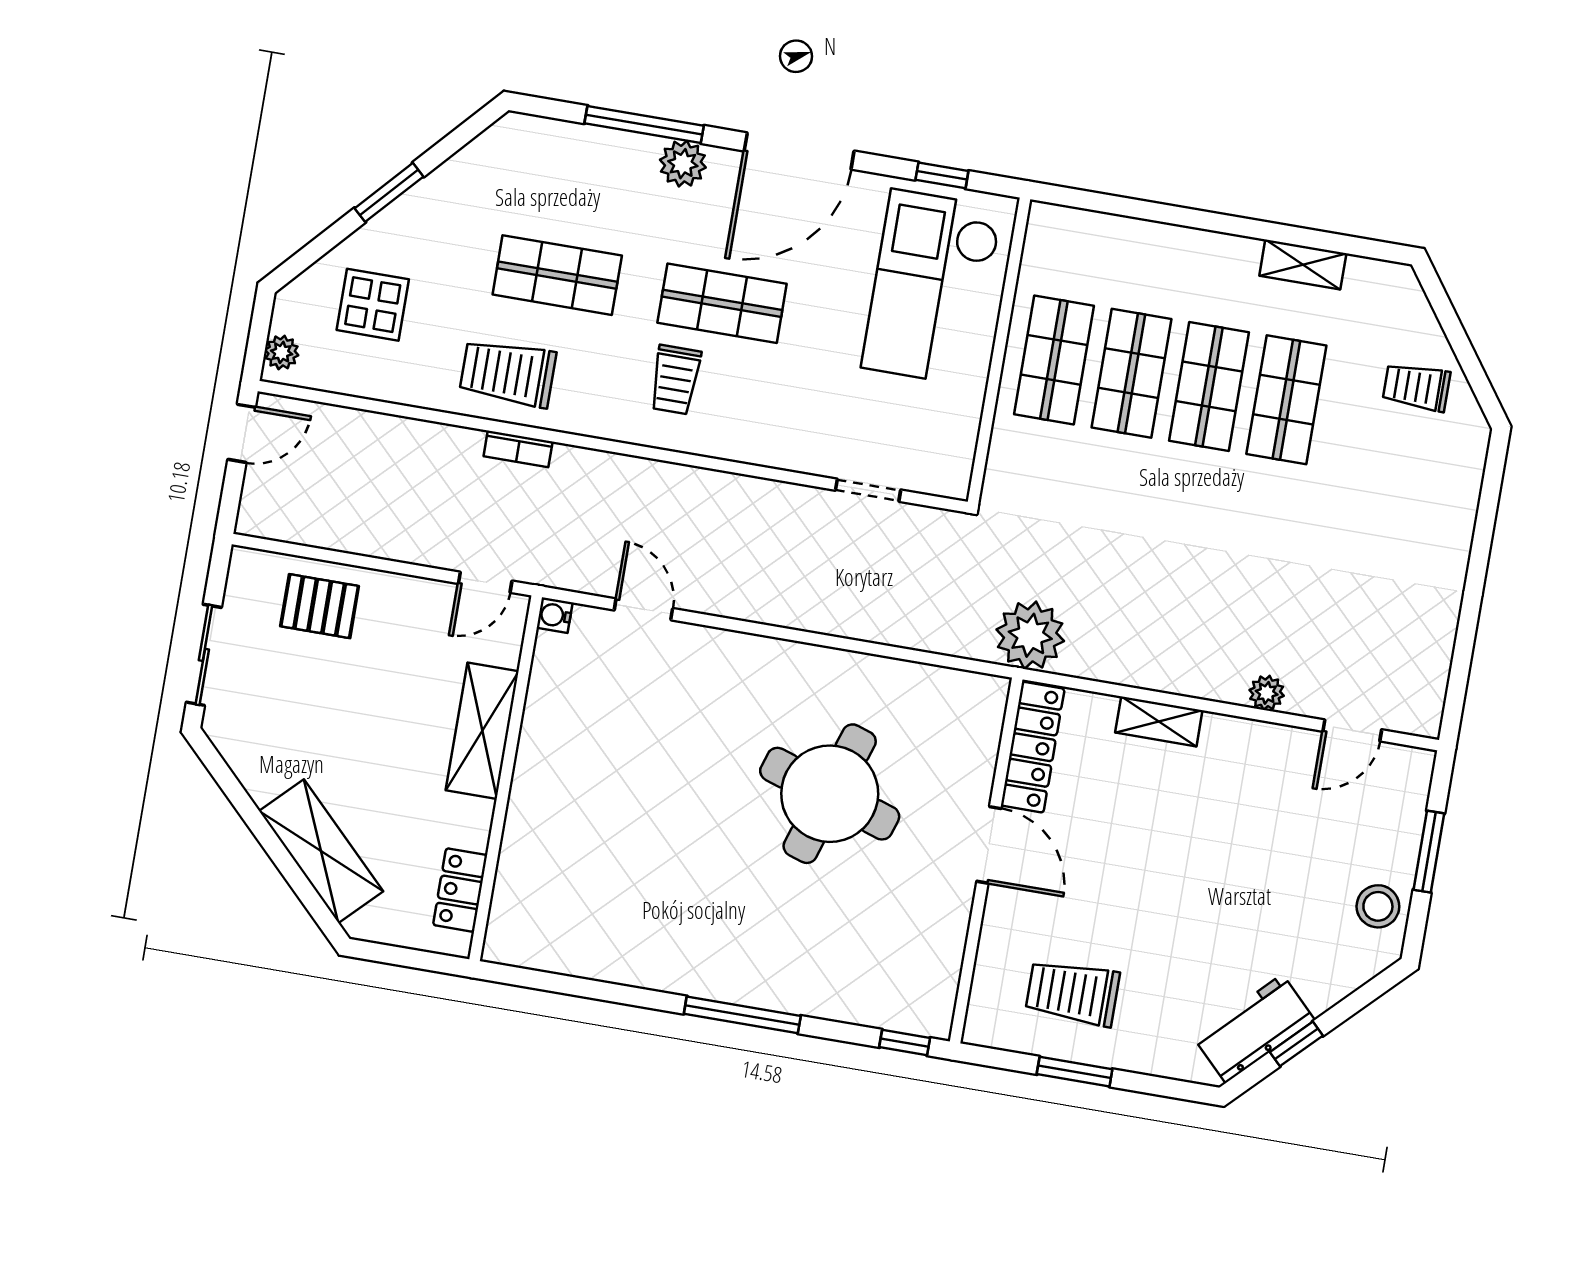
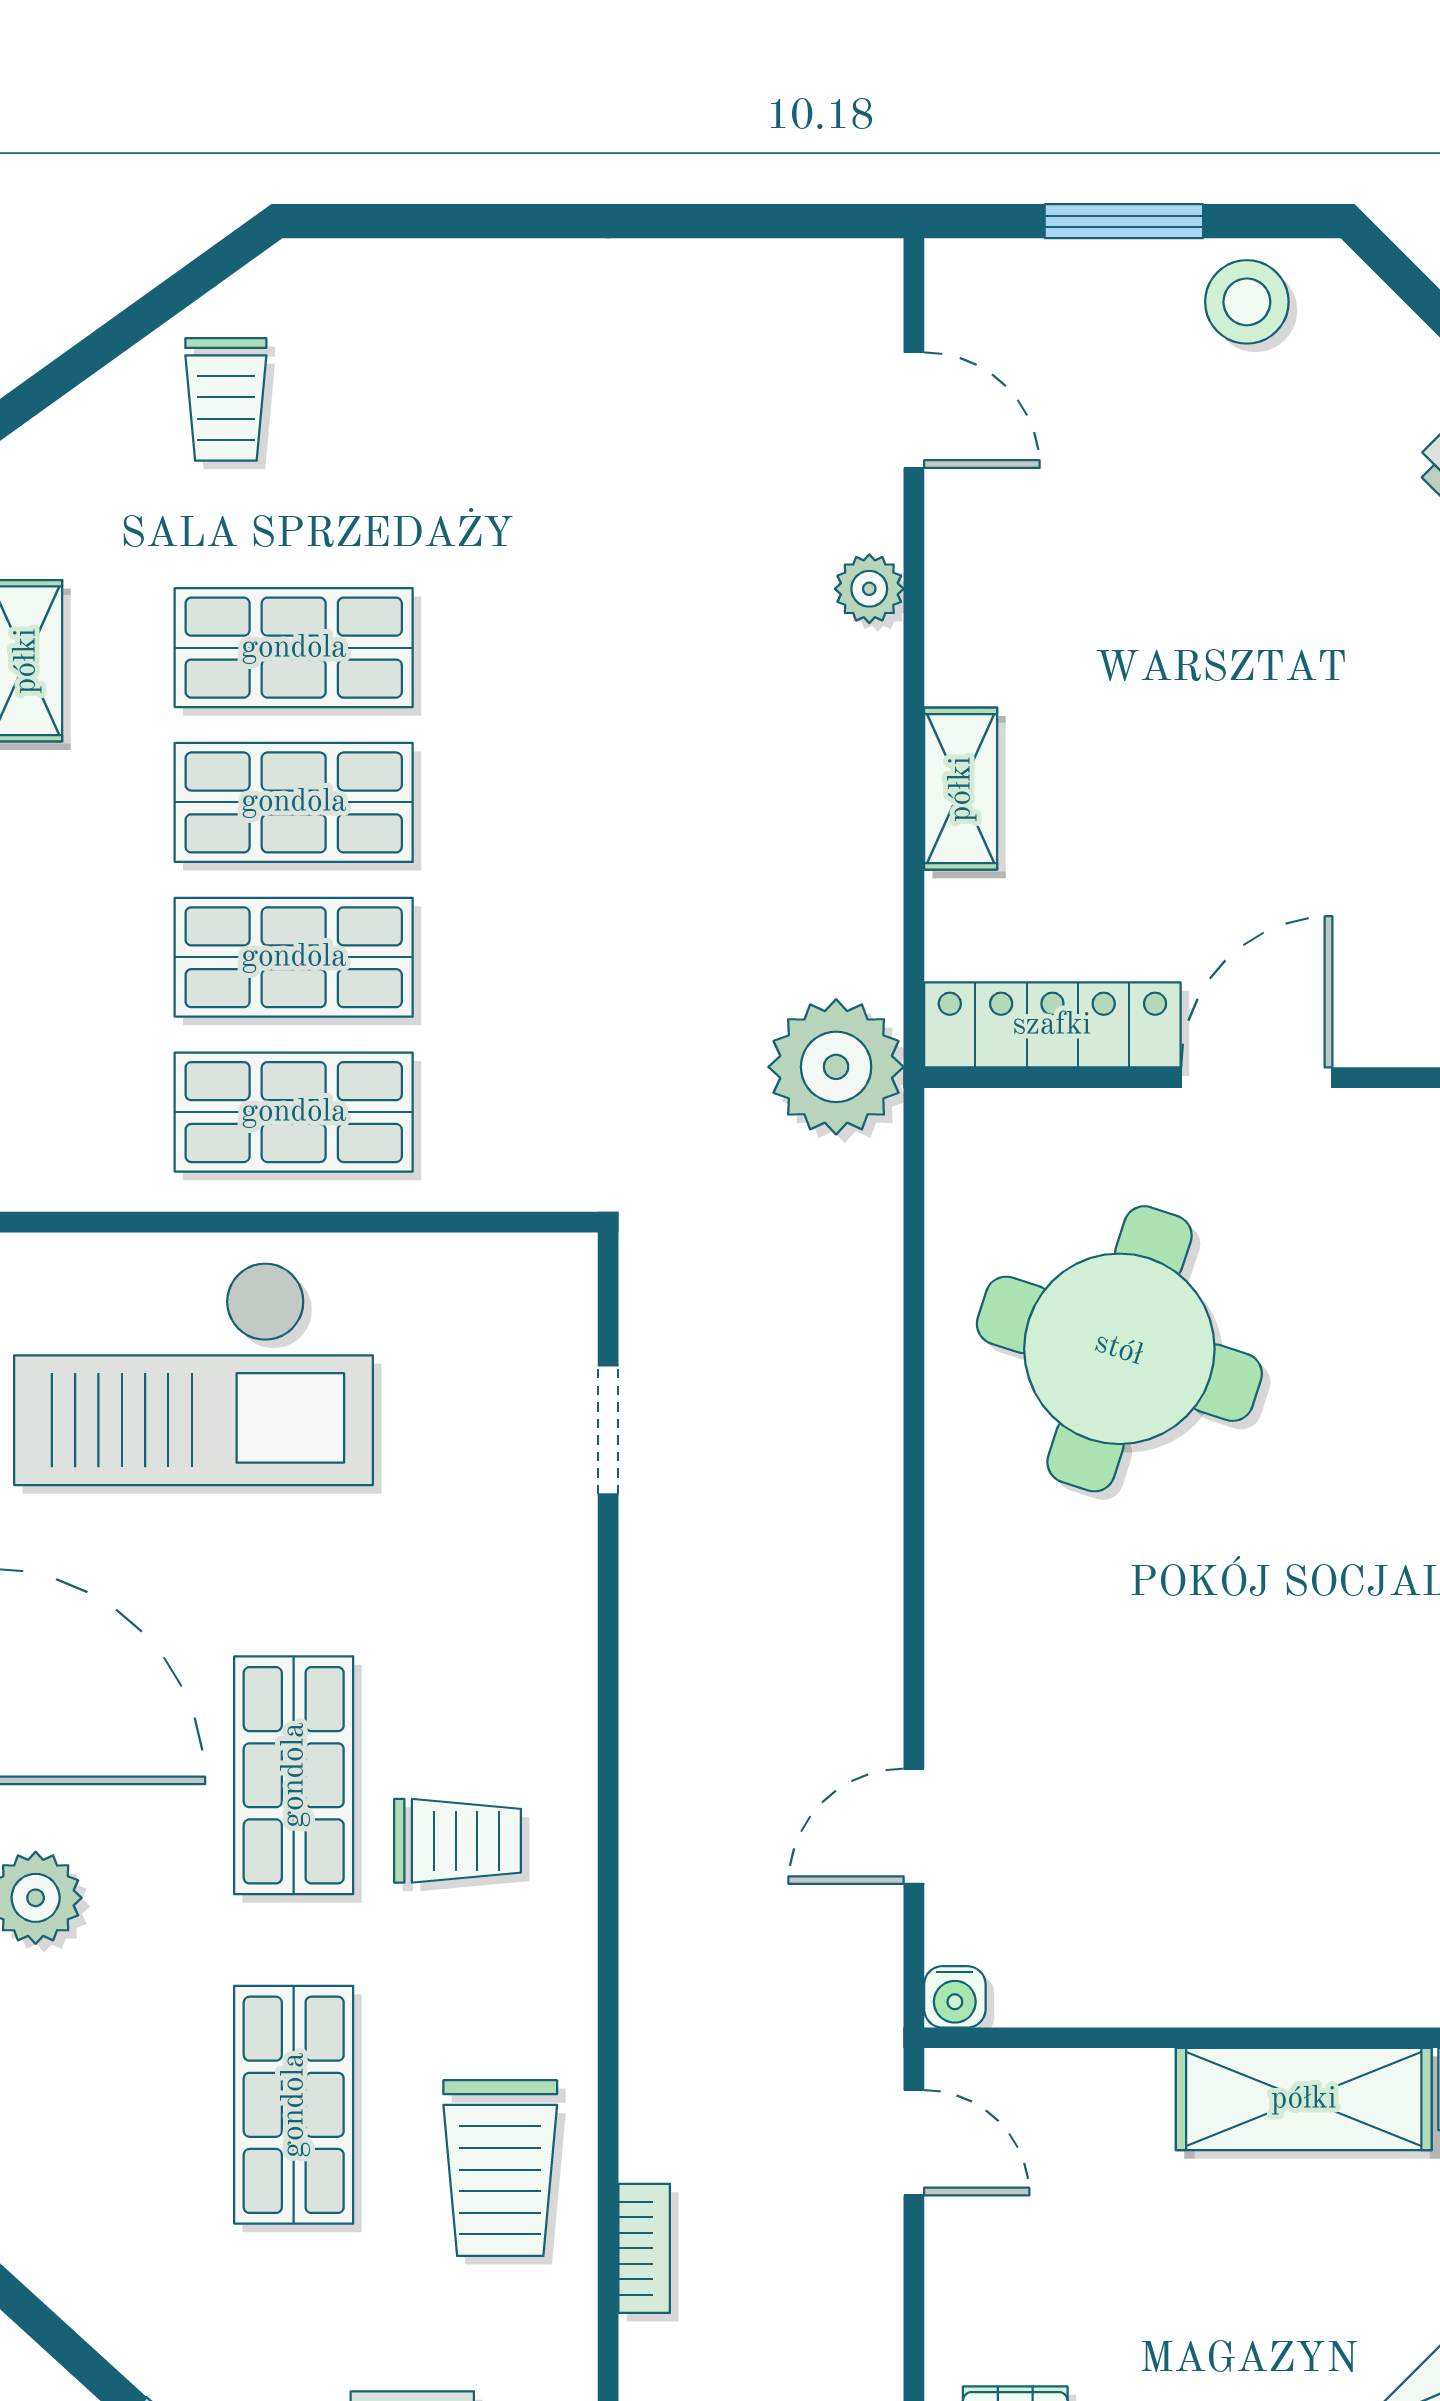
bookcase: (518, 449) -> (644, 2248), moved
shelving: (482, 731) -> (1304, 2099), moved
round table: (830, 794) -> (1119, 1349), moved

